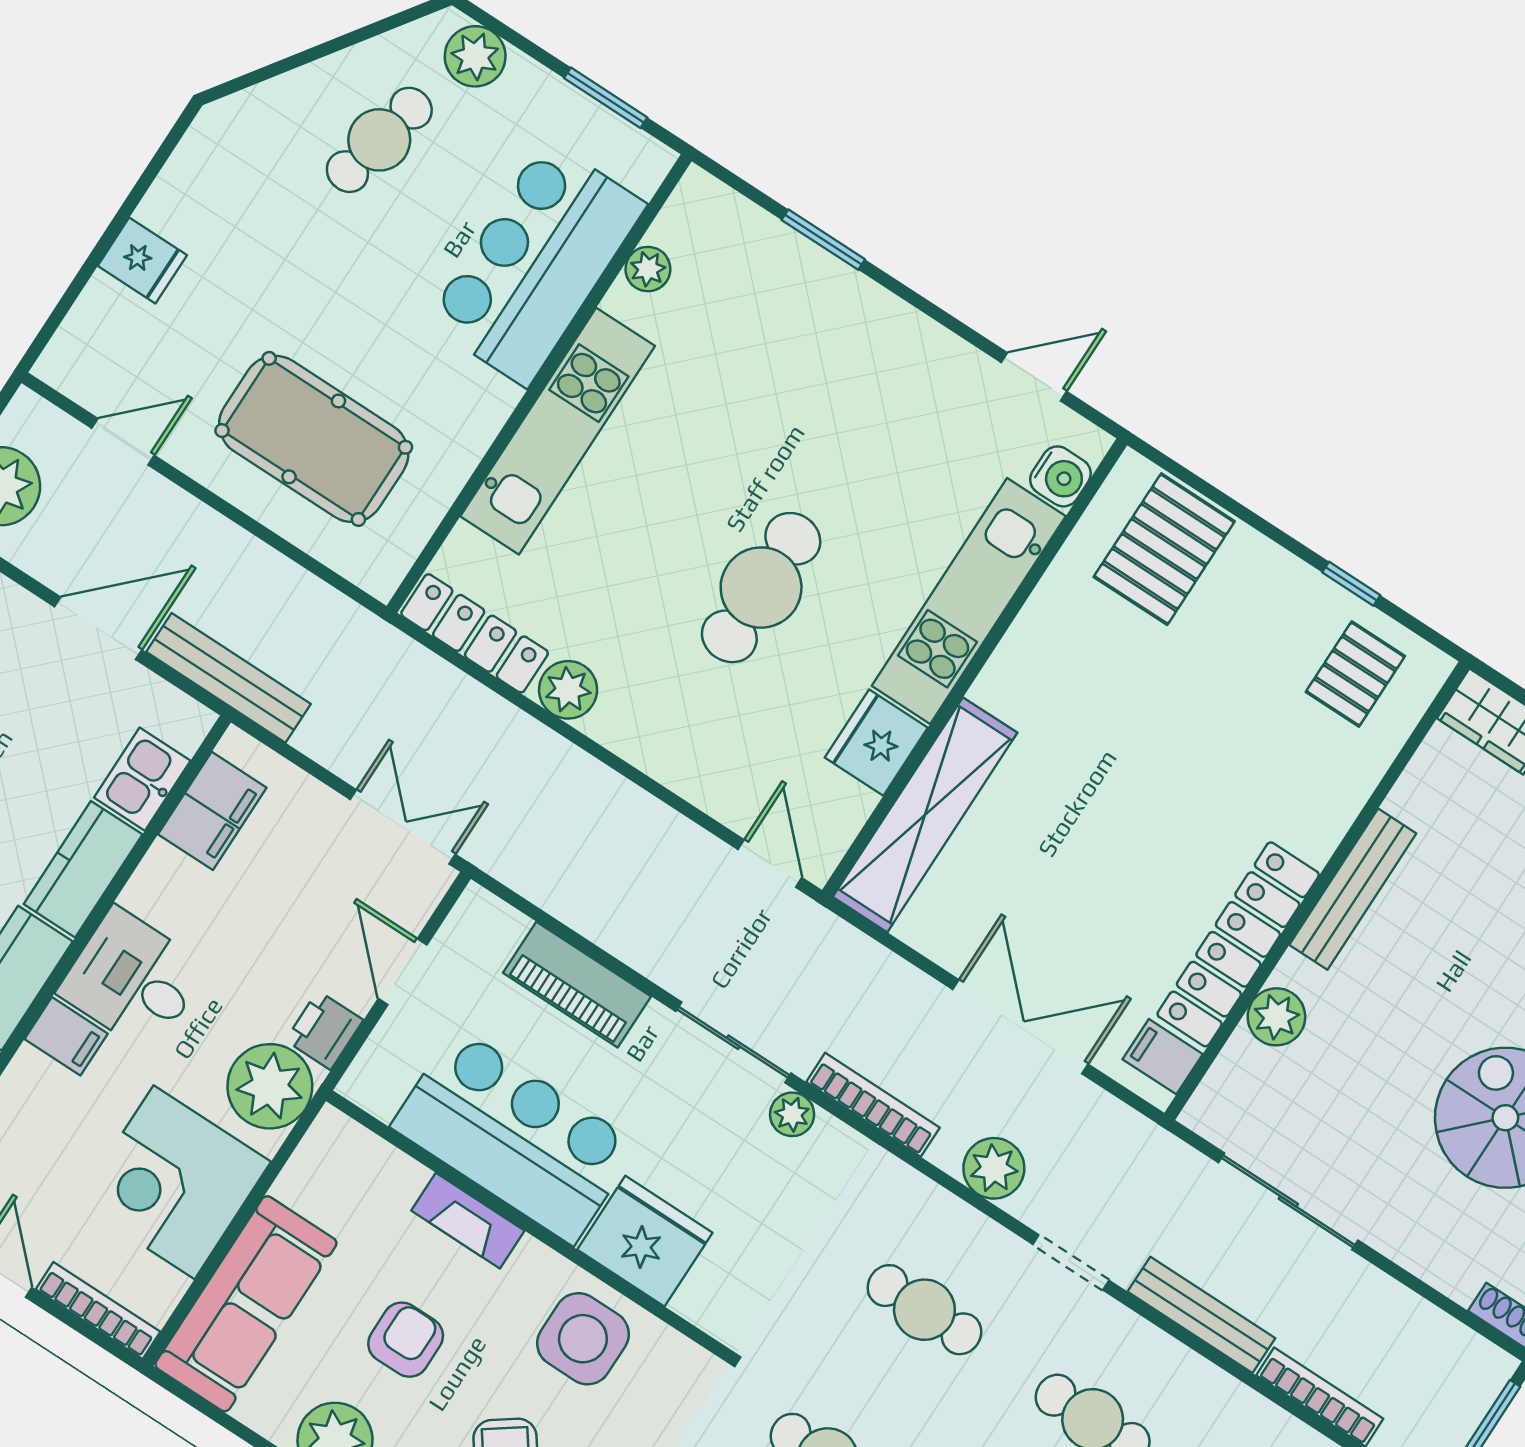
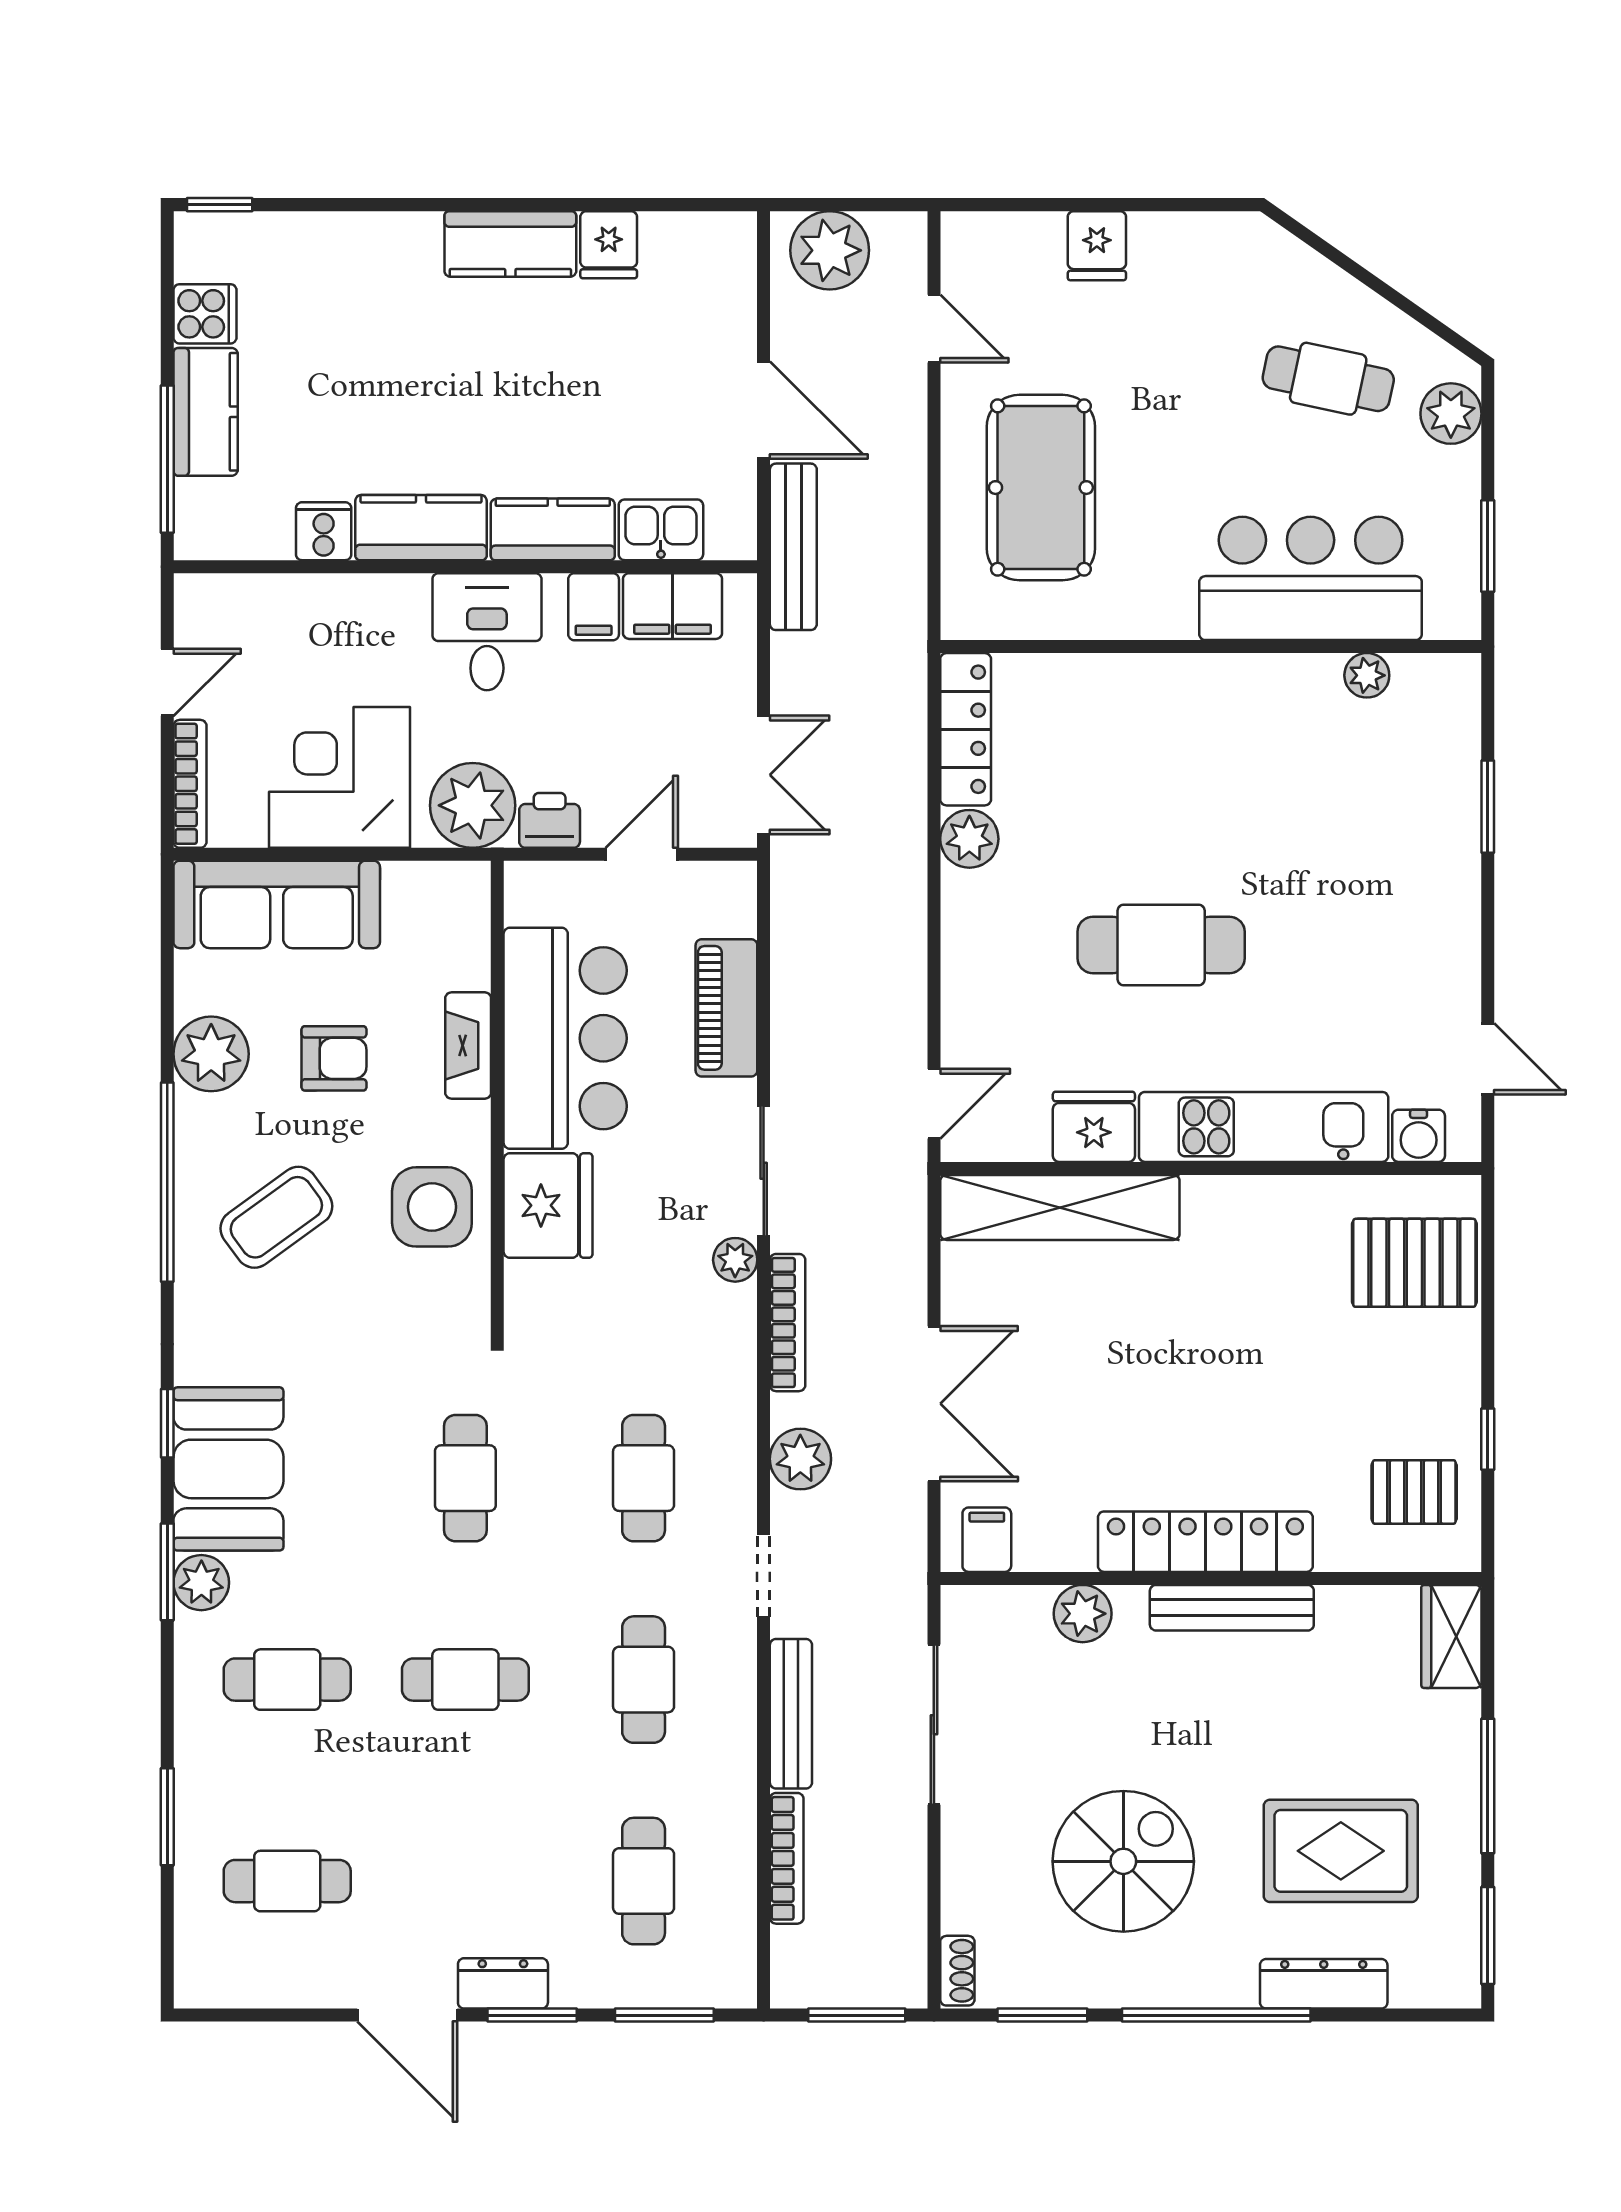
kitchen unit: (558, 431) -> (1181, 688), removed
locker: (1238, 944) -> (1205, 1542), moved
filing cabinet: (66, 1036) -> (594, 607), moved

